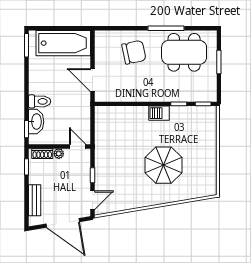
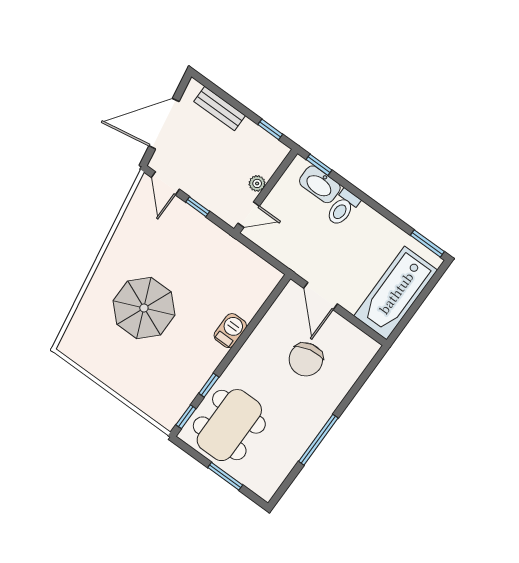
chair: (134, 52) -> (306, 359), moved
dining table: (184, 52) -> (229, 425), moved
door: (92, 80) -> (320, 296), swing flipped
barbecue: (159, 113) -> (230, 331), moved
shoe rack: (42, 154) -> (273, 162), removed

